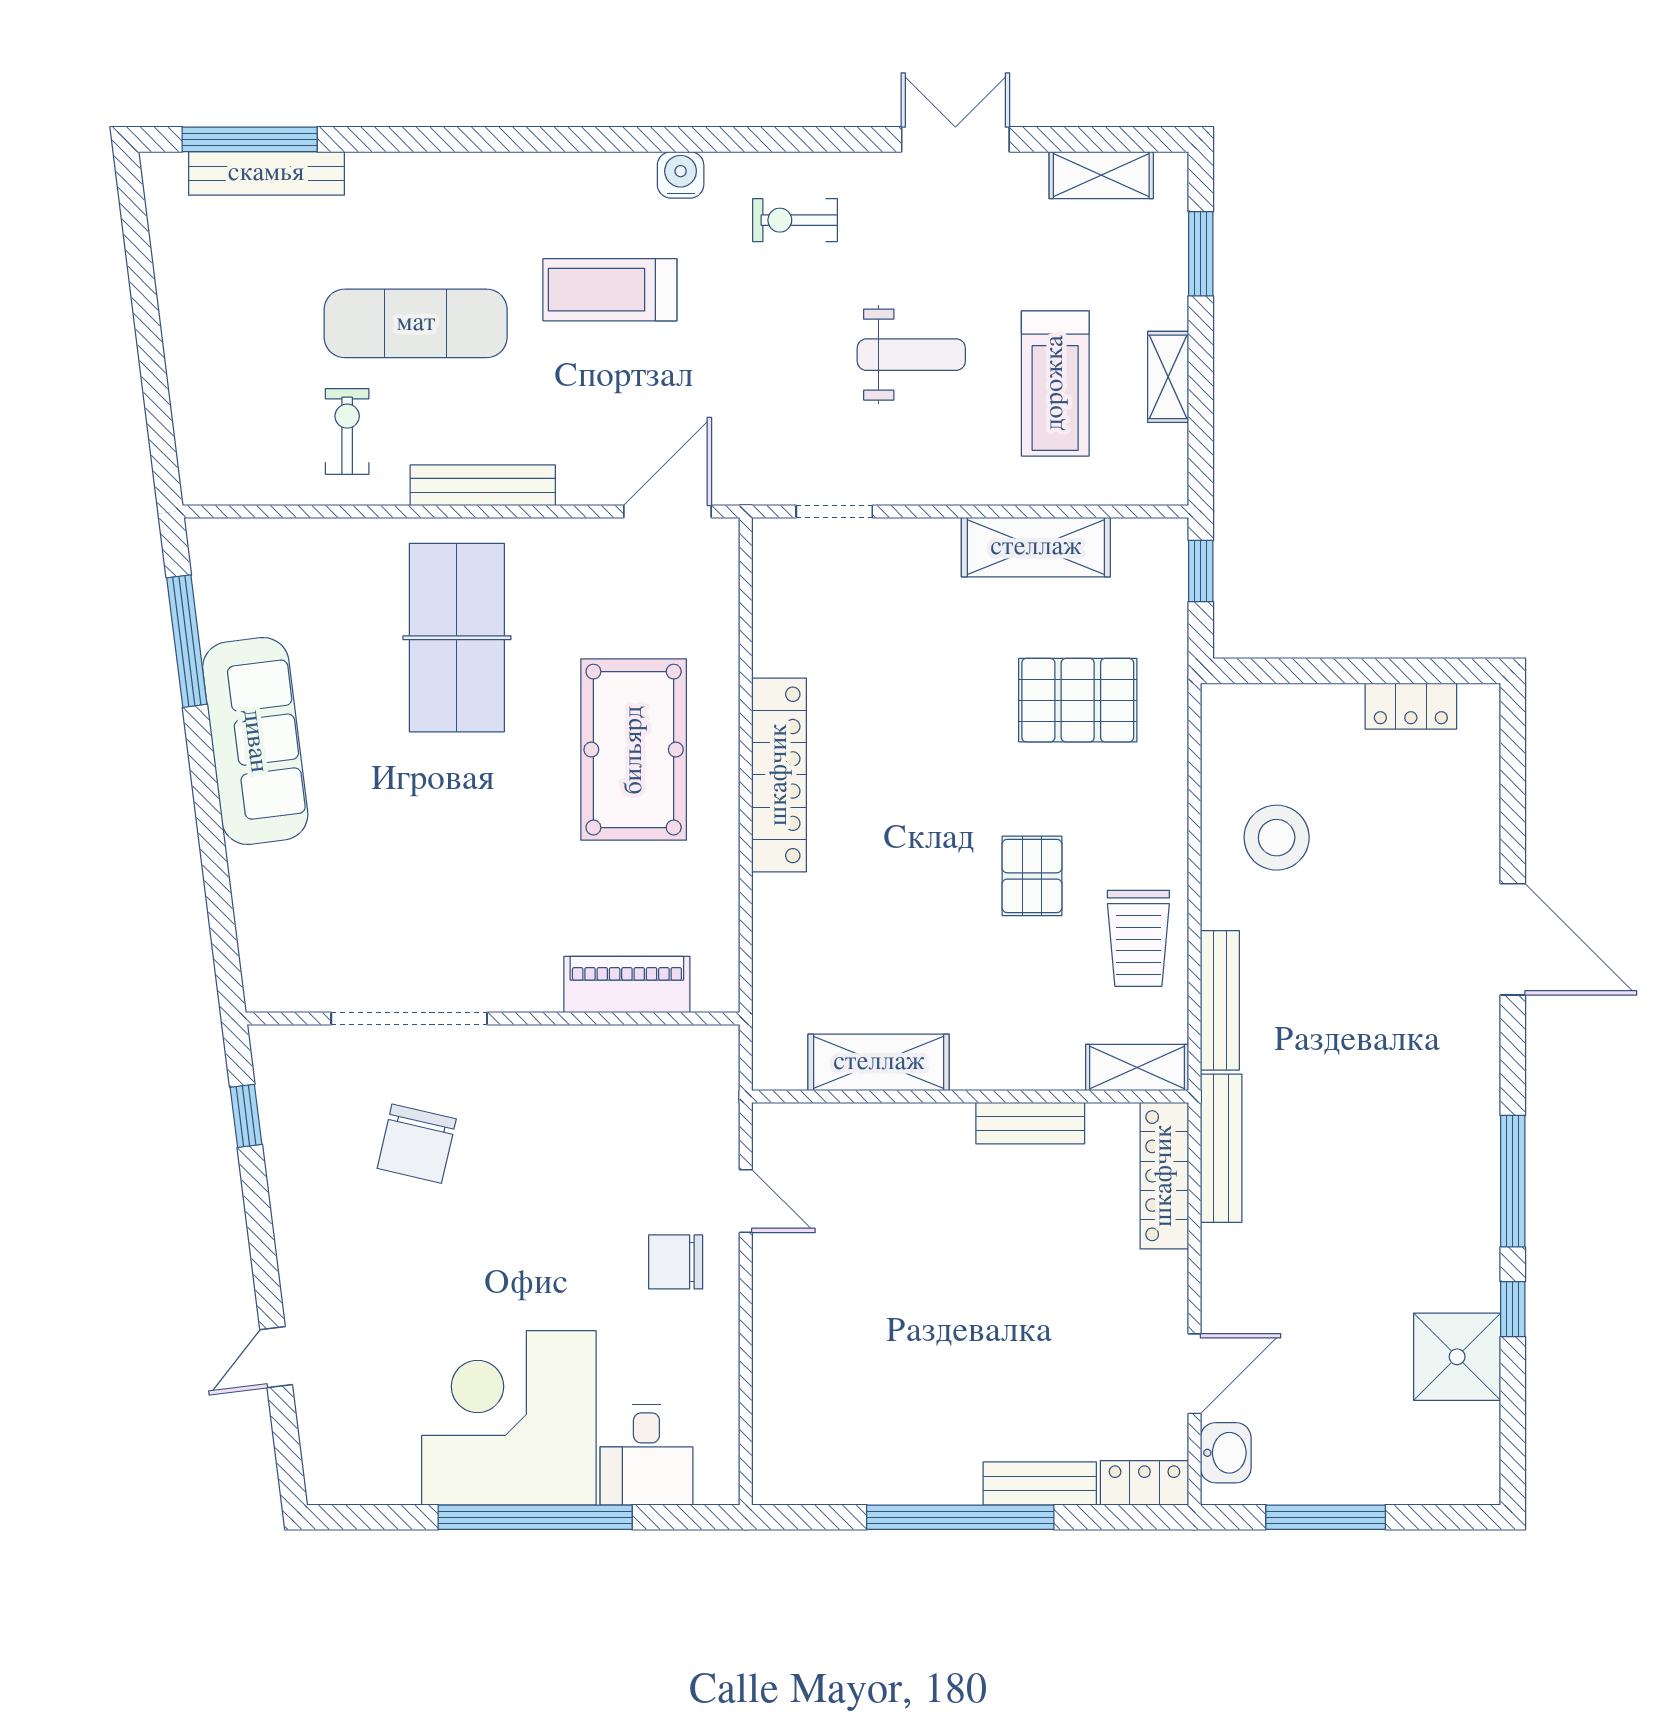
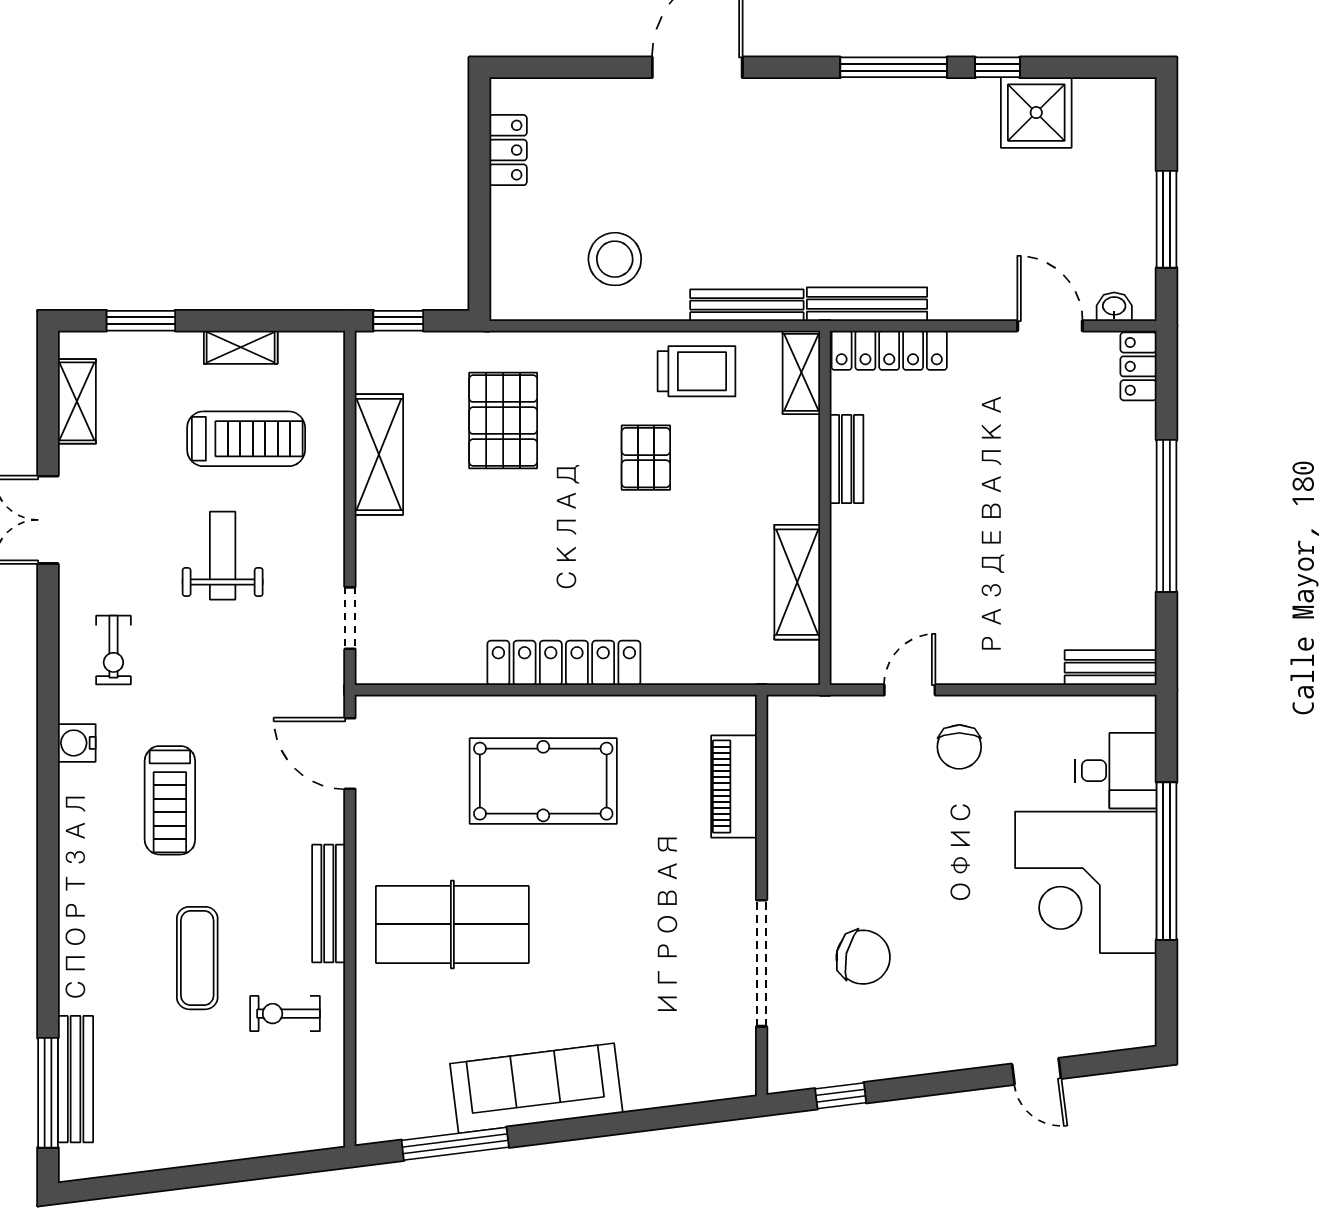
exercise mat: (416, 323) -> (197, 958), width x0.73, depth x0.69
pallet: (1032, 876) -> (646, 458), turned 90
washbasin: (1226, 1453) -> (1114, 307), width x0.72, depth x0.69
bench: (1040, 1483) -> (1111, 668), moved, turned 90

